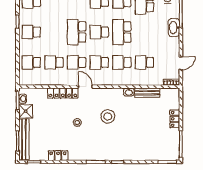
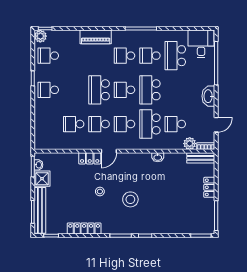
washbasin: (174, 28) -> (208, 96), moved
school desk: (31, 62) -> (48, 124), removed
school desk: (122, 62) -> (150, 124), width x1.85
plant: (157, 80) -> (190, 144), added
door: (85, 87) -> (109, 151), swing flipped
locker: (63, 93) -> (90, 158), width x0.66
bench: (147, 93) -> (201, 158), moved
stool: (108, 116) -> (130, 199), moved
locker: (58, 156) -> (84, 229), width x1.53

